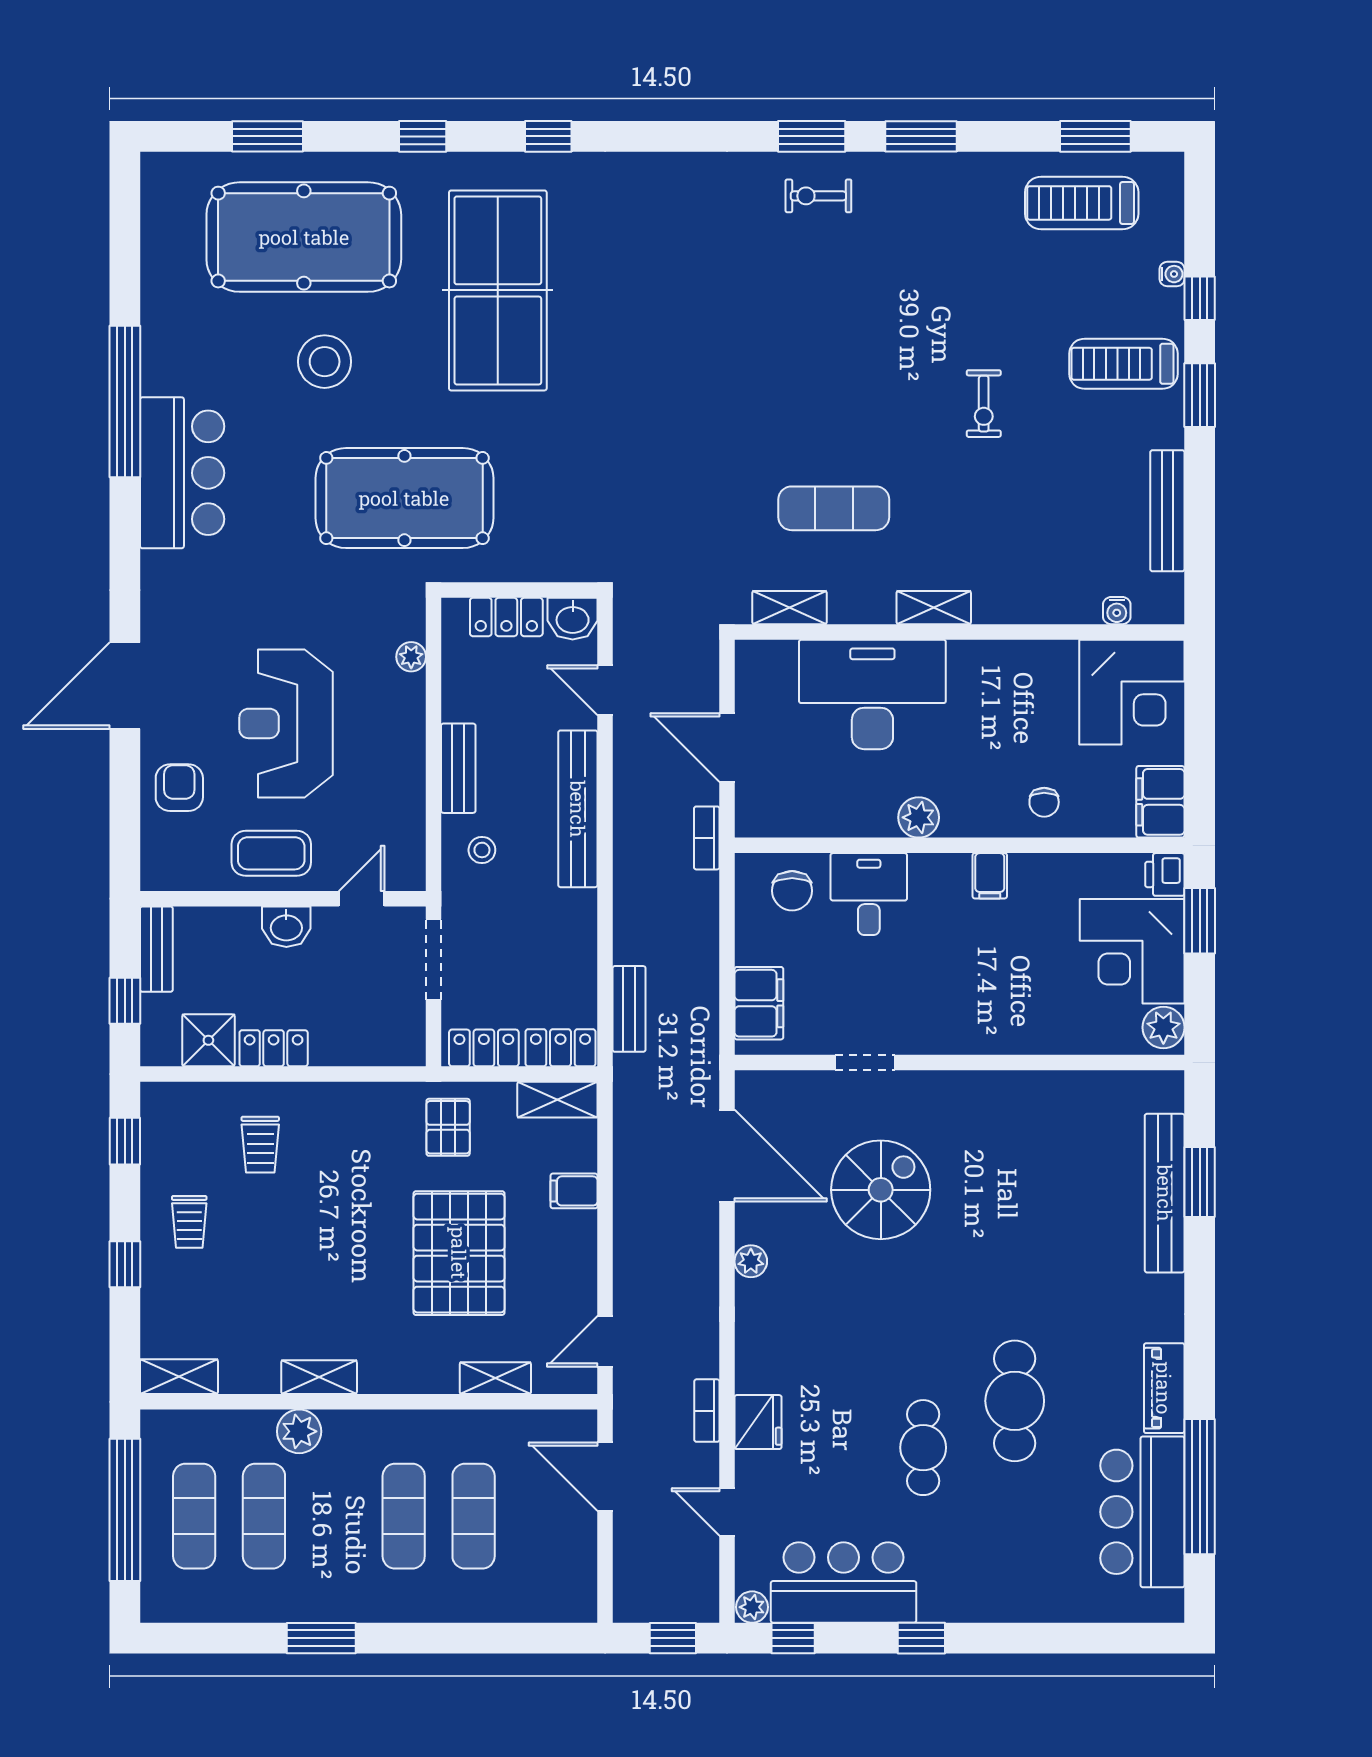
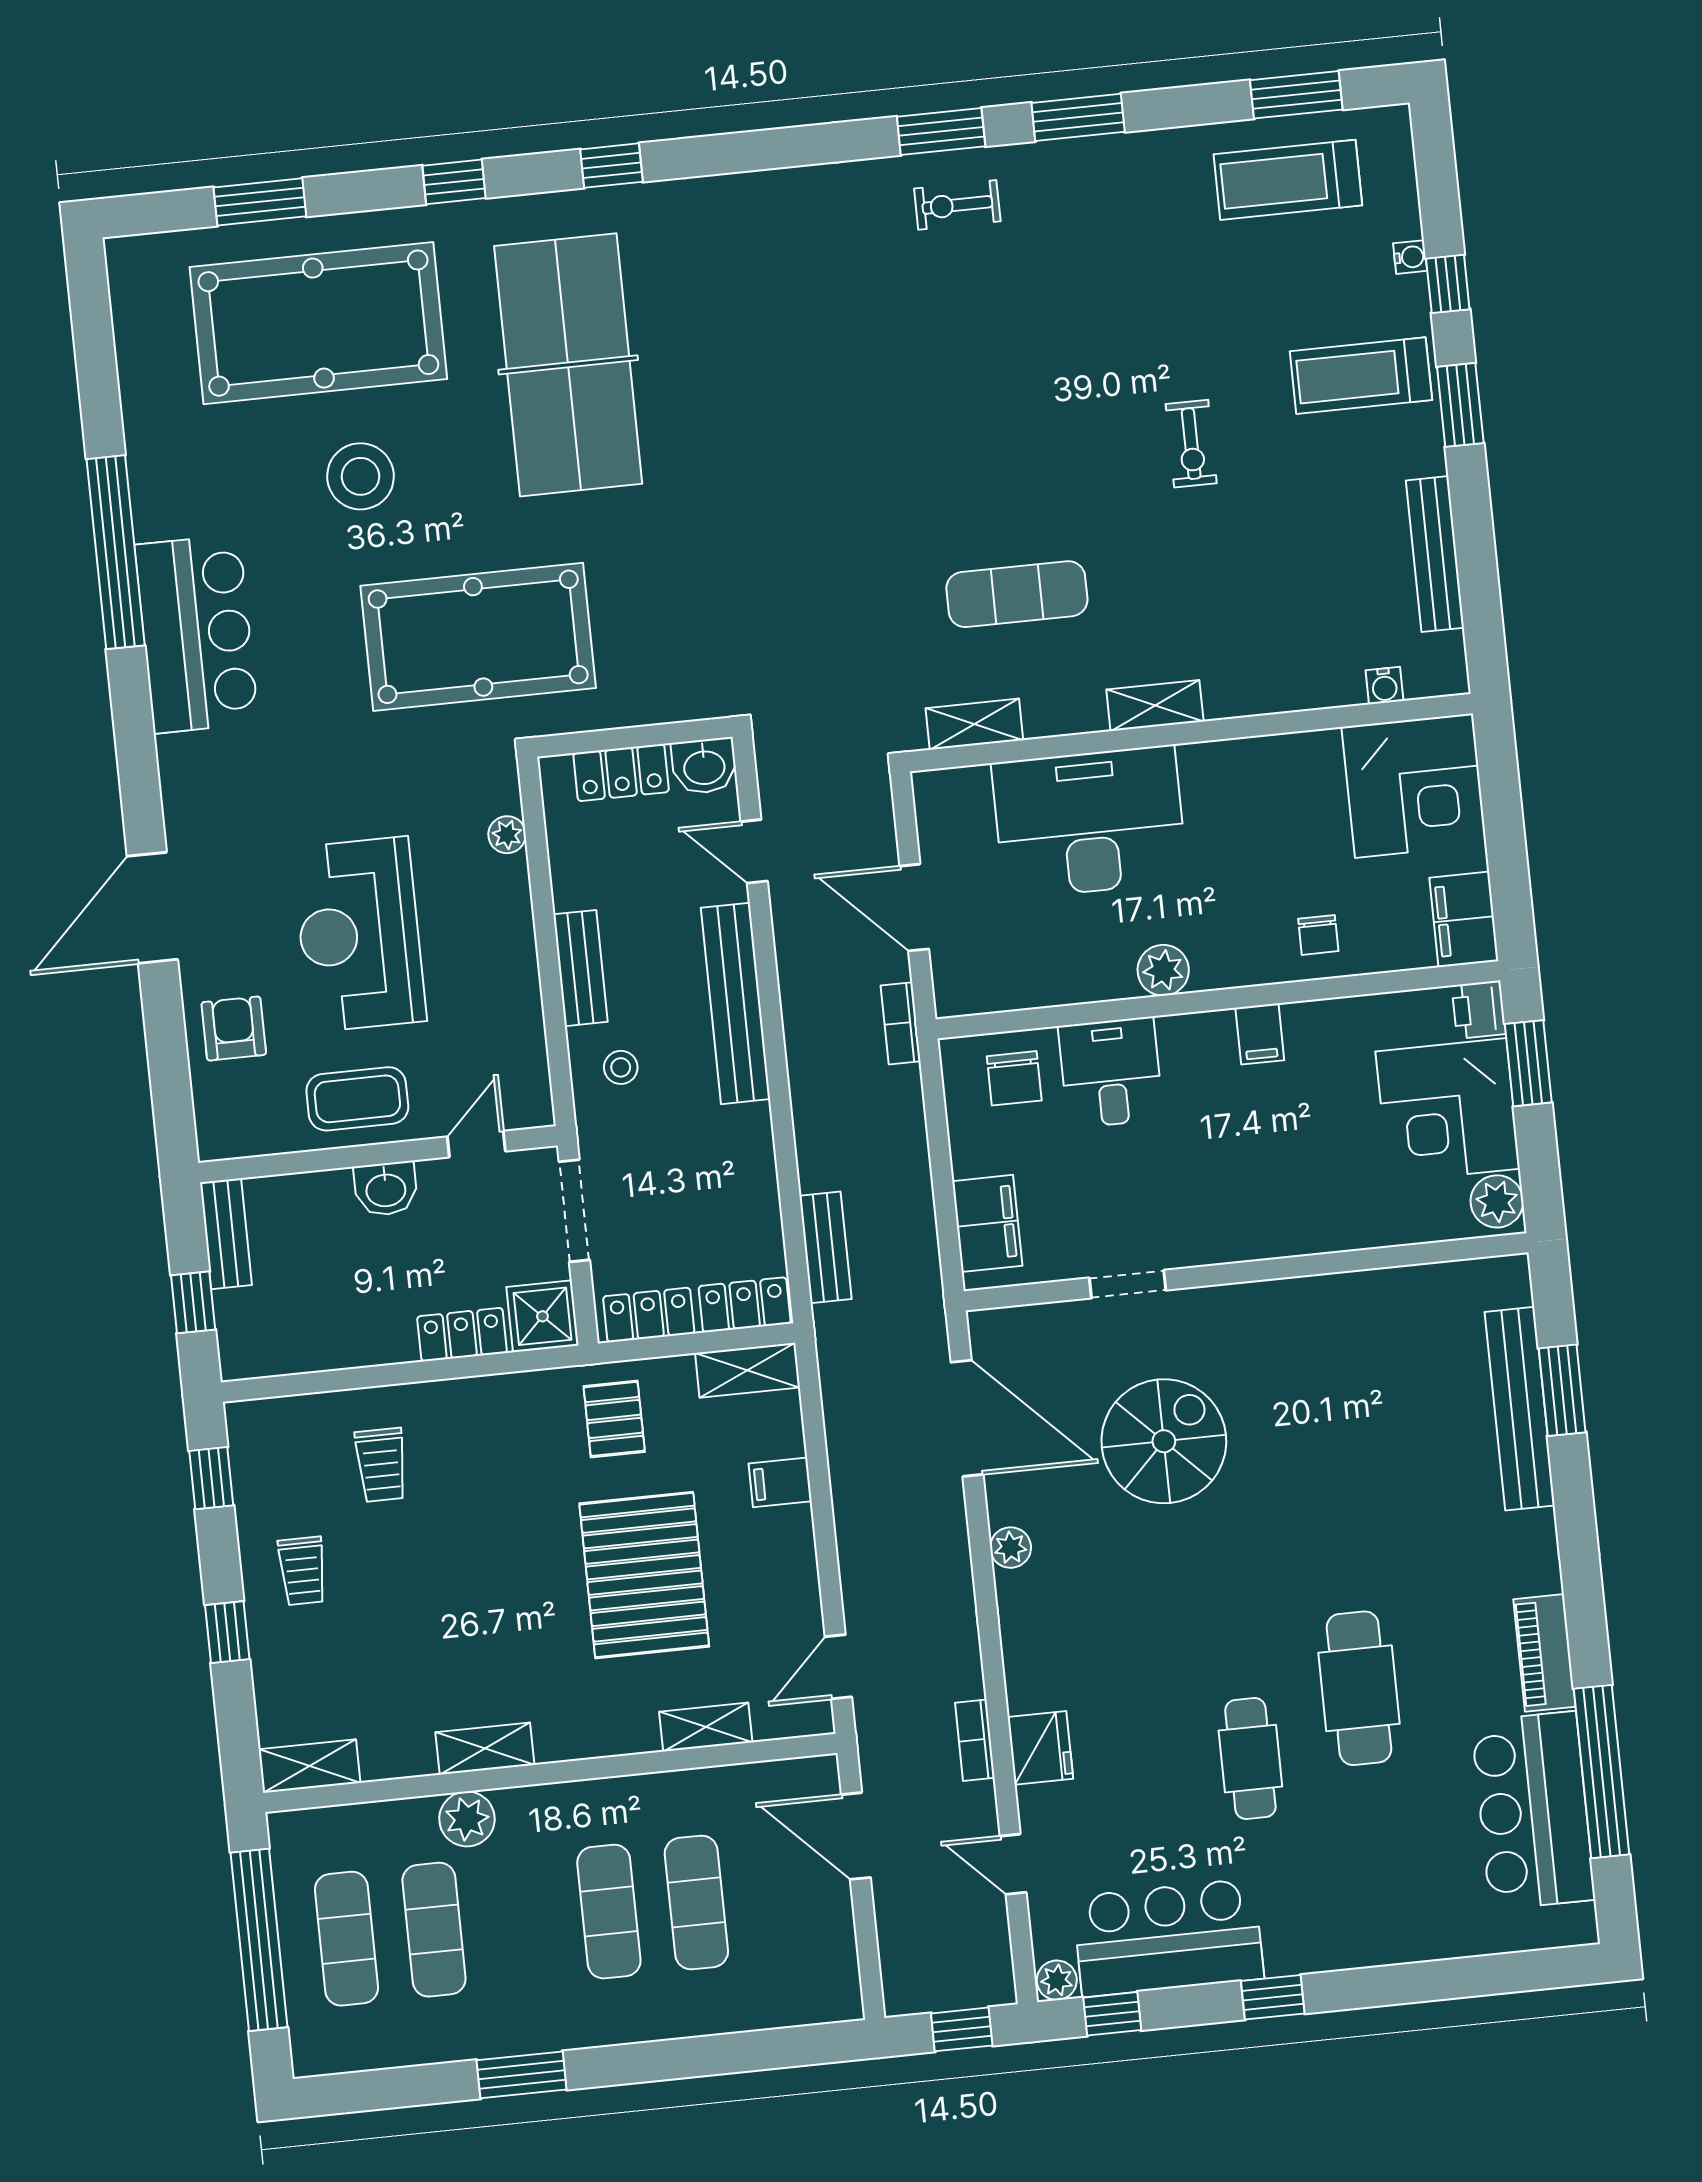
shower: (208, 1040) -> (542, 1316), moved
locker: (274, 1048) -> (462, 1335), moved

